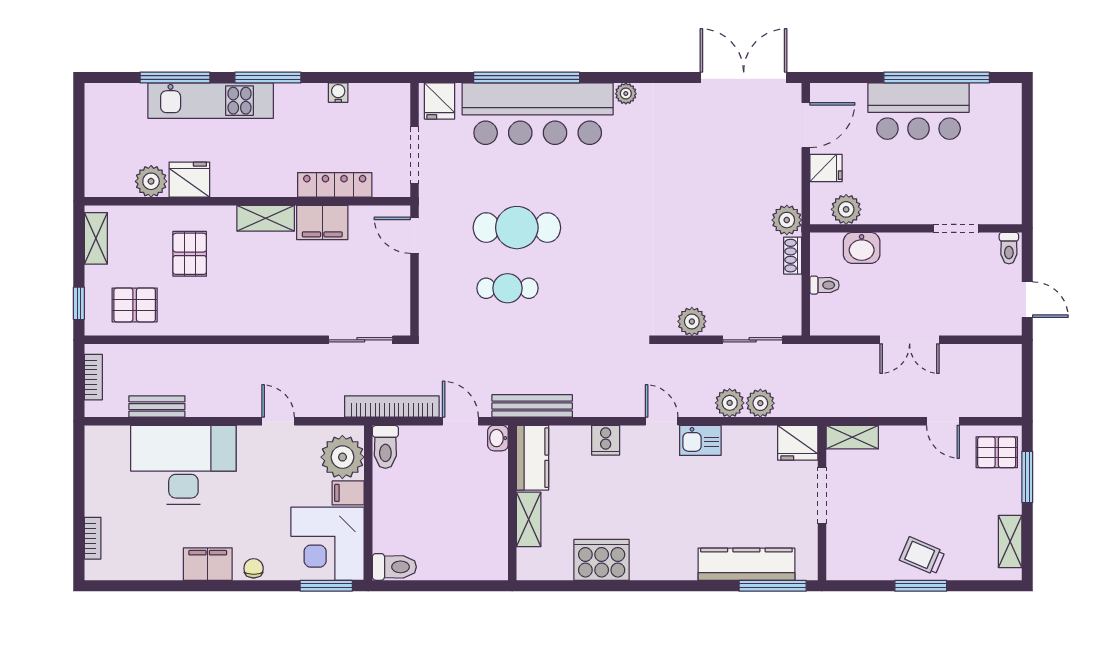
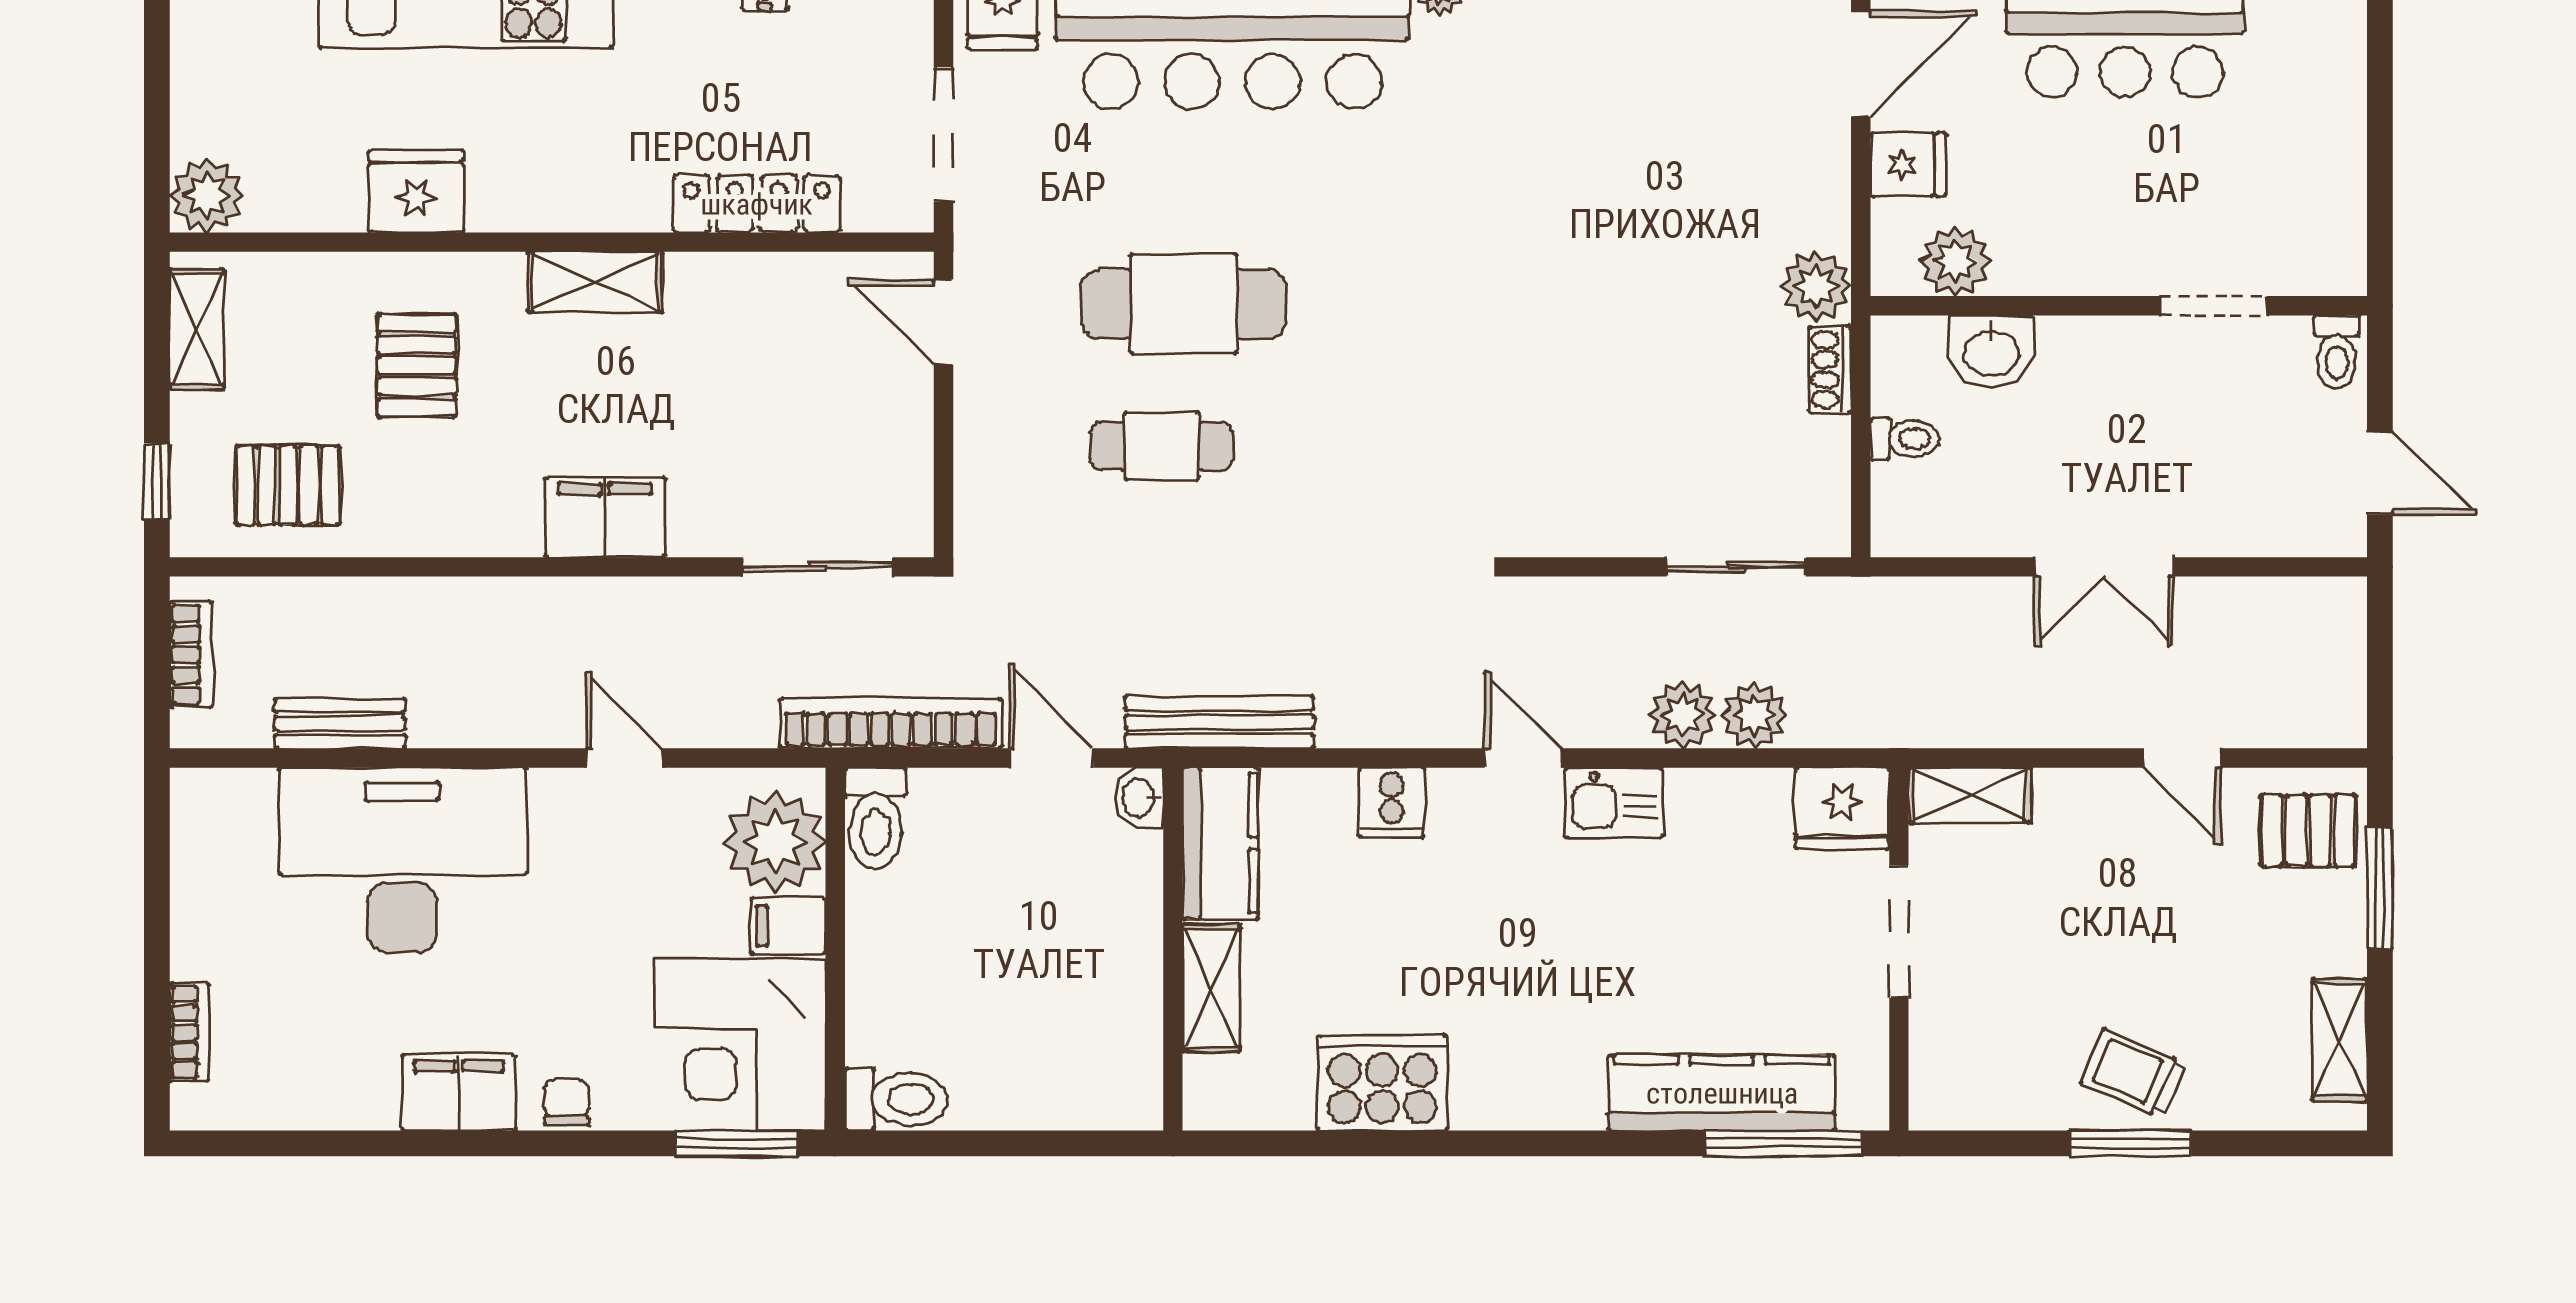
plant: (151, 181) -> (207, 195), moved
filing cabinet: (322, 222) -> (605, 517), moved, turned 180
plant: (692, 321) -> (1594, 524), removed

